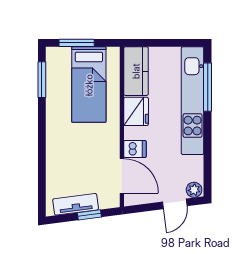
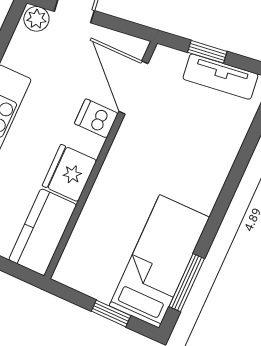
window: (77, 43) -> (111, 313), width x0.67
bed: (89, 85) -> (159, 261), moved

